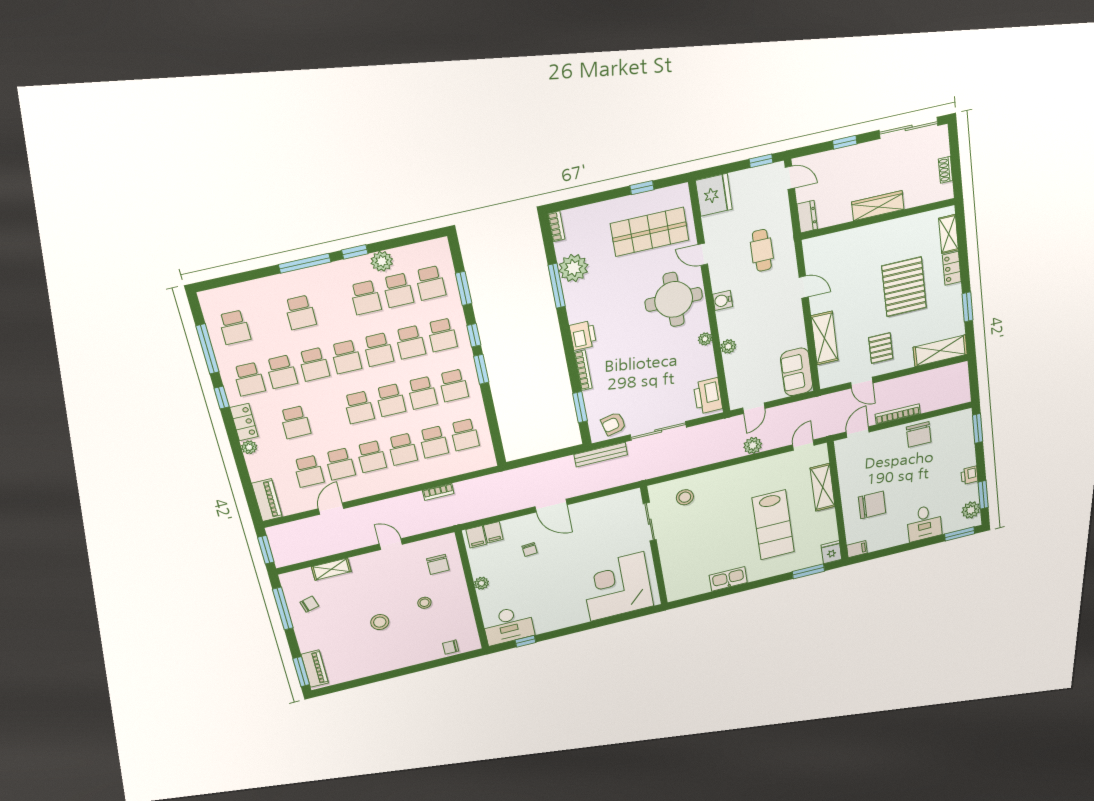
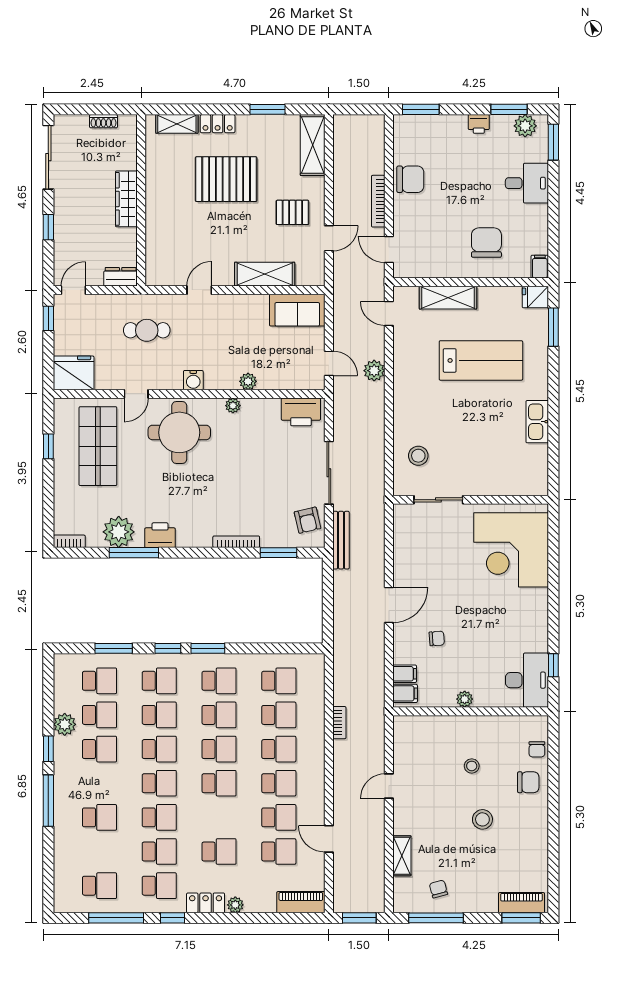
printer: (583, 335) -> (160, 535), moved
chair: (438, 564) -> (528, 782), moved

